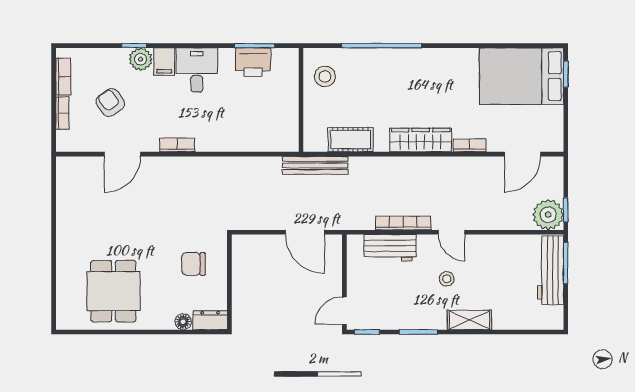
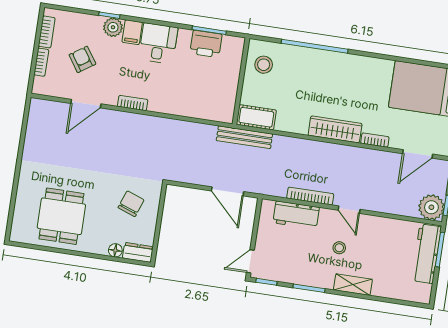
cot: (351, 140) -> (256, 117), moved
chair: (193, 264) -> (131, 204), turned 110

